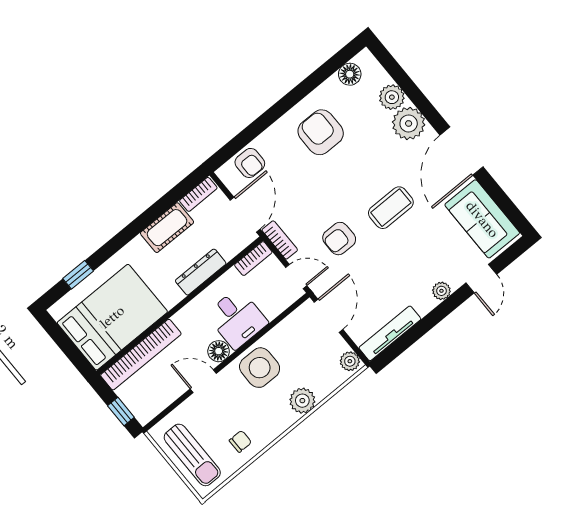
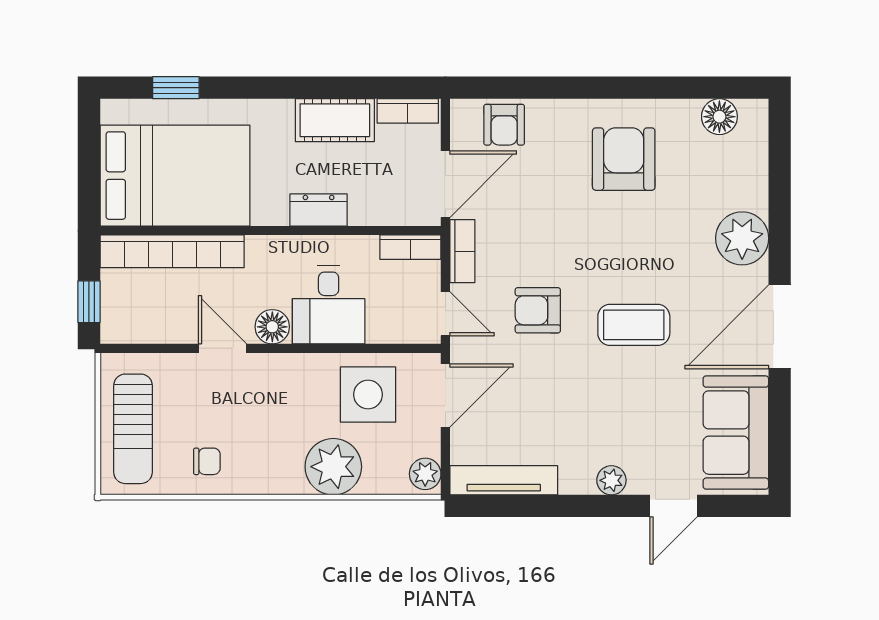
plant: (392, 97) -> (748, 188), removed
dresser: (201, 272) -> (319, 210), width x0.70
side table: (260, 368) -> (368, 395), moved
plant: (302, 401) -> (333, 467), width x1.36, depth x1.36

